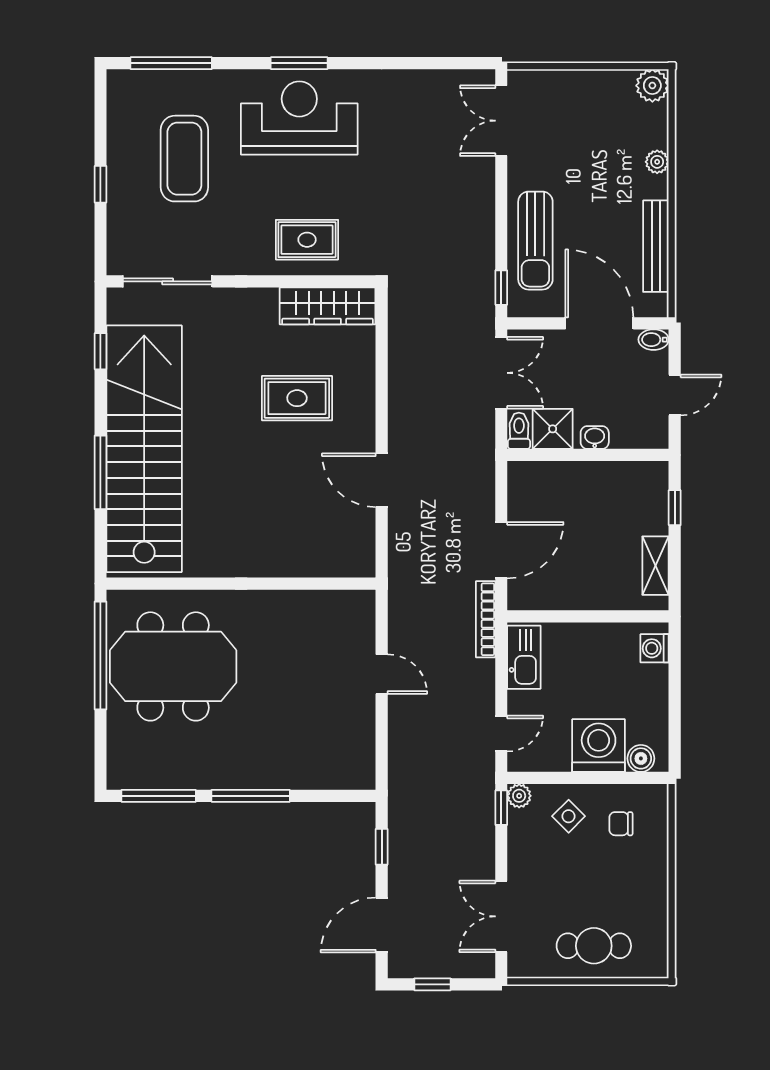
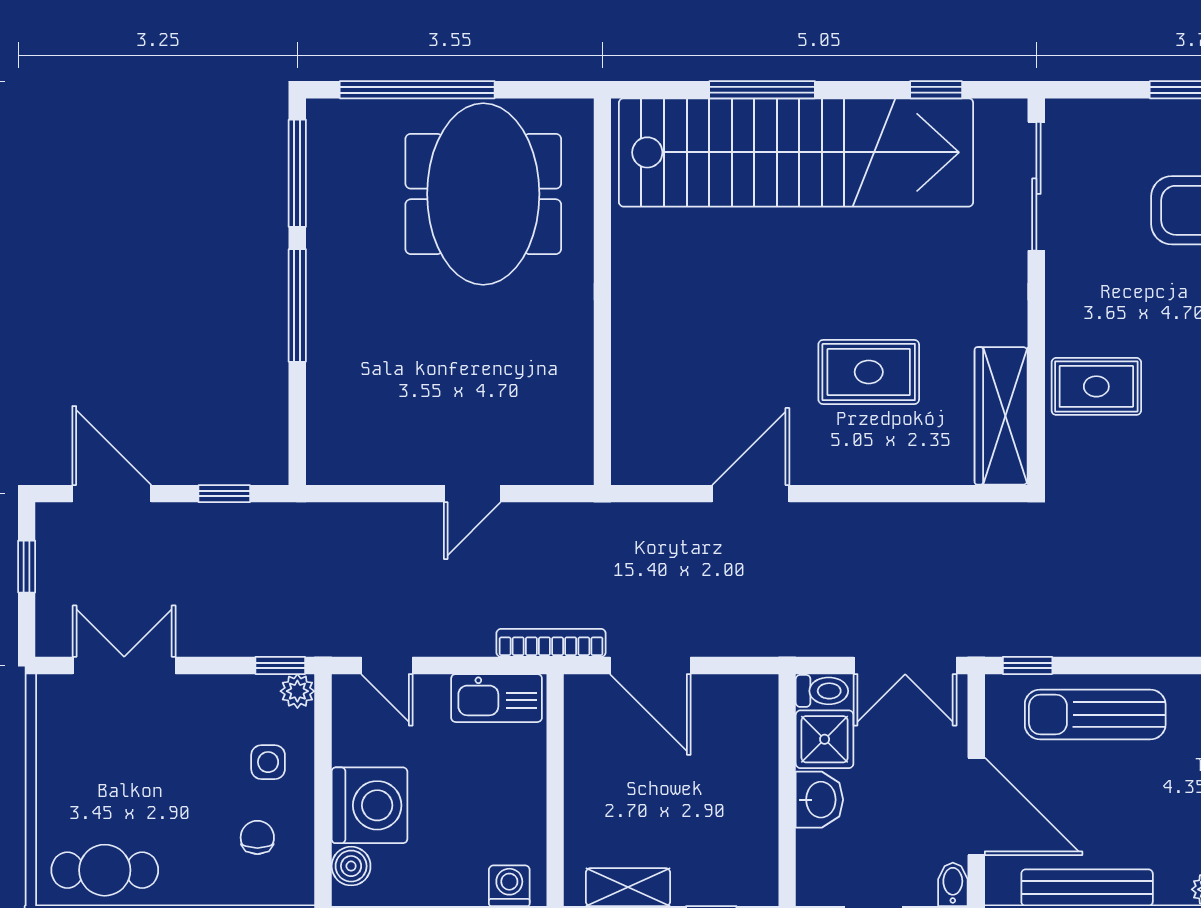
rug: (307, 240) -> (1096, 386), turned 90
door: (599, 323) -> (976, 806), hinge flipped
rug: (297, 398) -> (869, 372), turned 90
washbasin: (595, 438) -> (819, 800), width x1.38, depth x1.45
window: (100, 656) -> (417, 90), moved
side table: (569, 816) -> (268, 762), turned 45
cafe table: (594, 946) -> (105, 870), moved, turned 90

